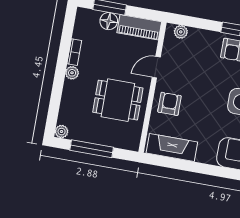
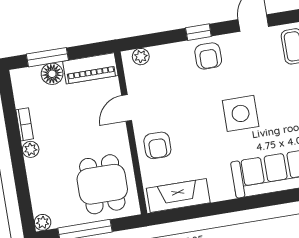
dining table: (118, 100) -> (102, 184), moved, turned 90
armchair: (170, 104) -> (157, 145), turned 180

